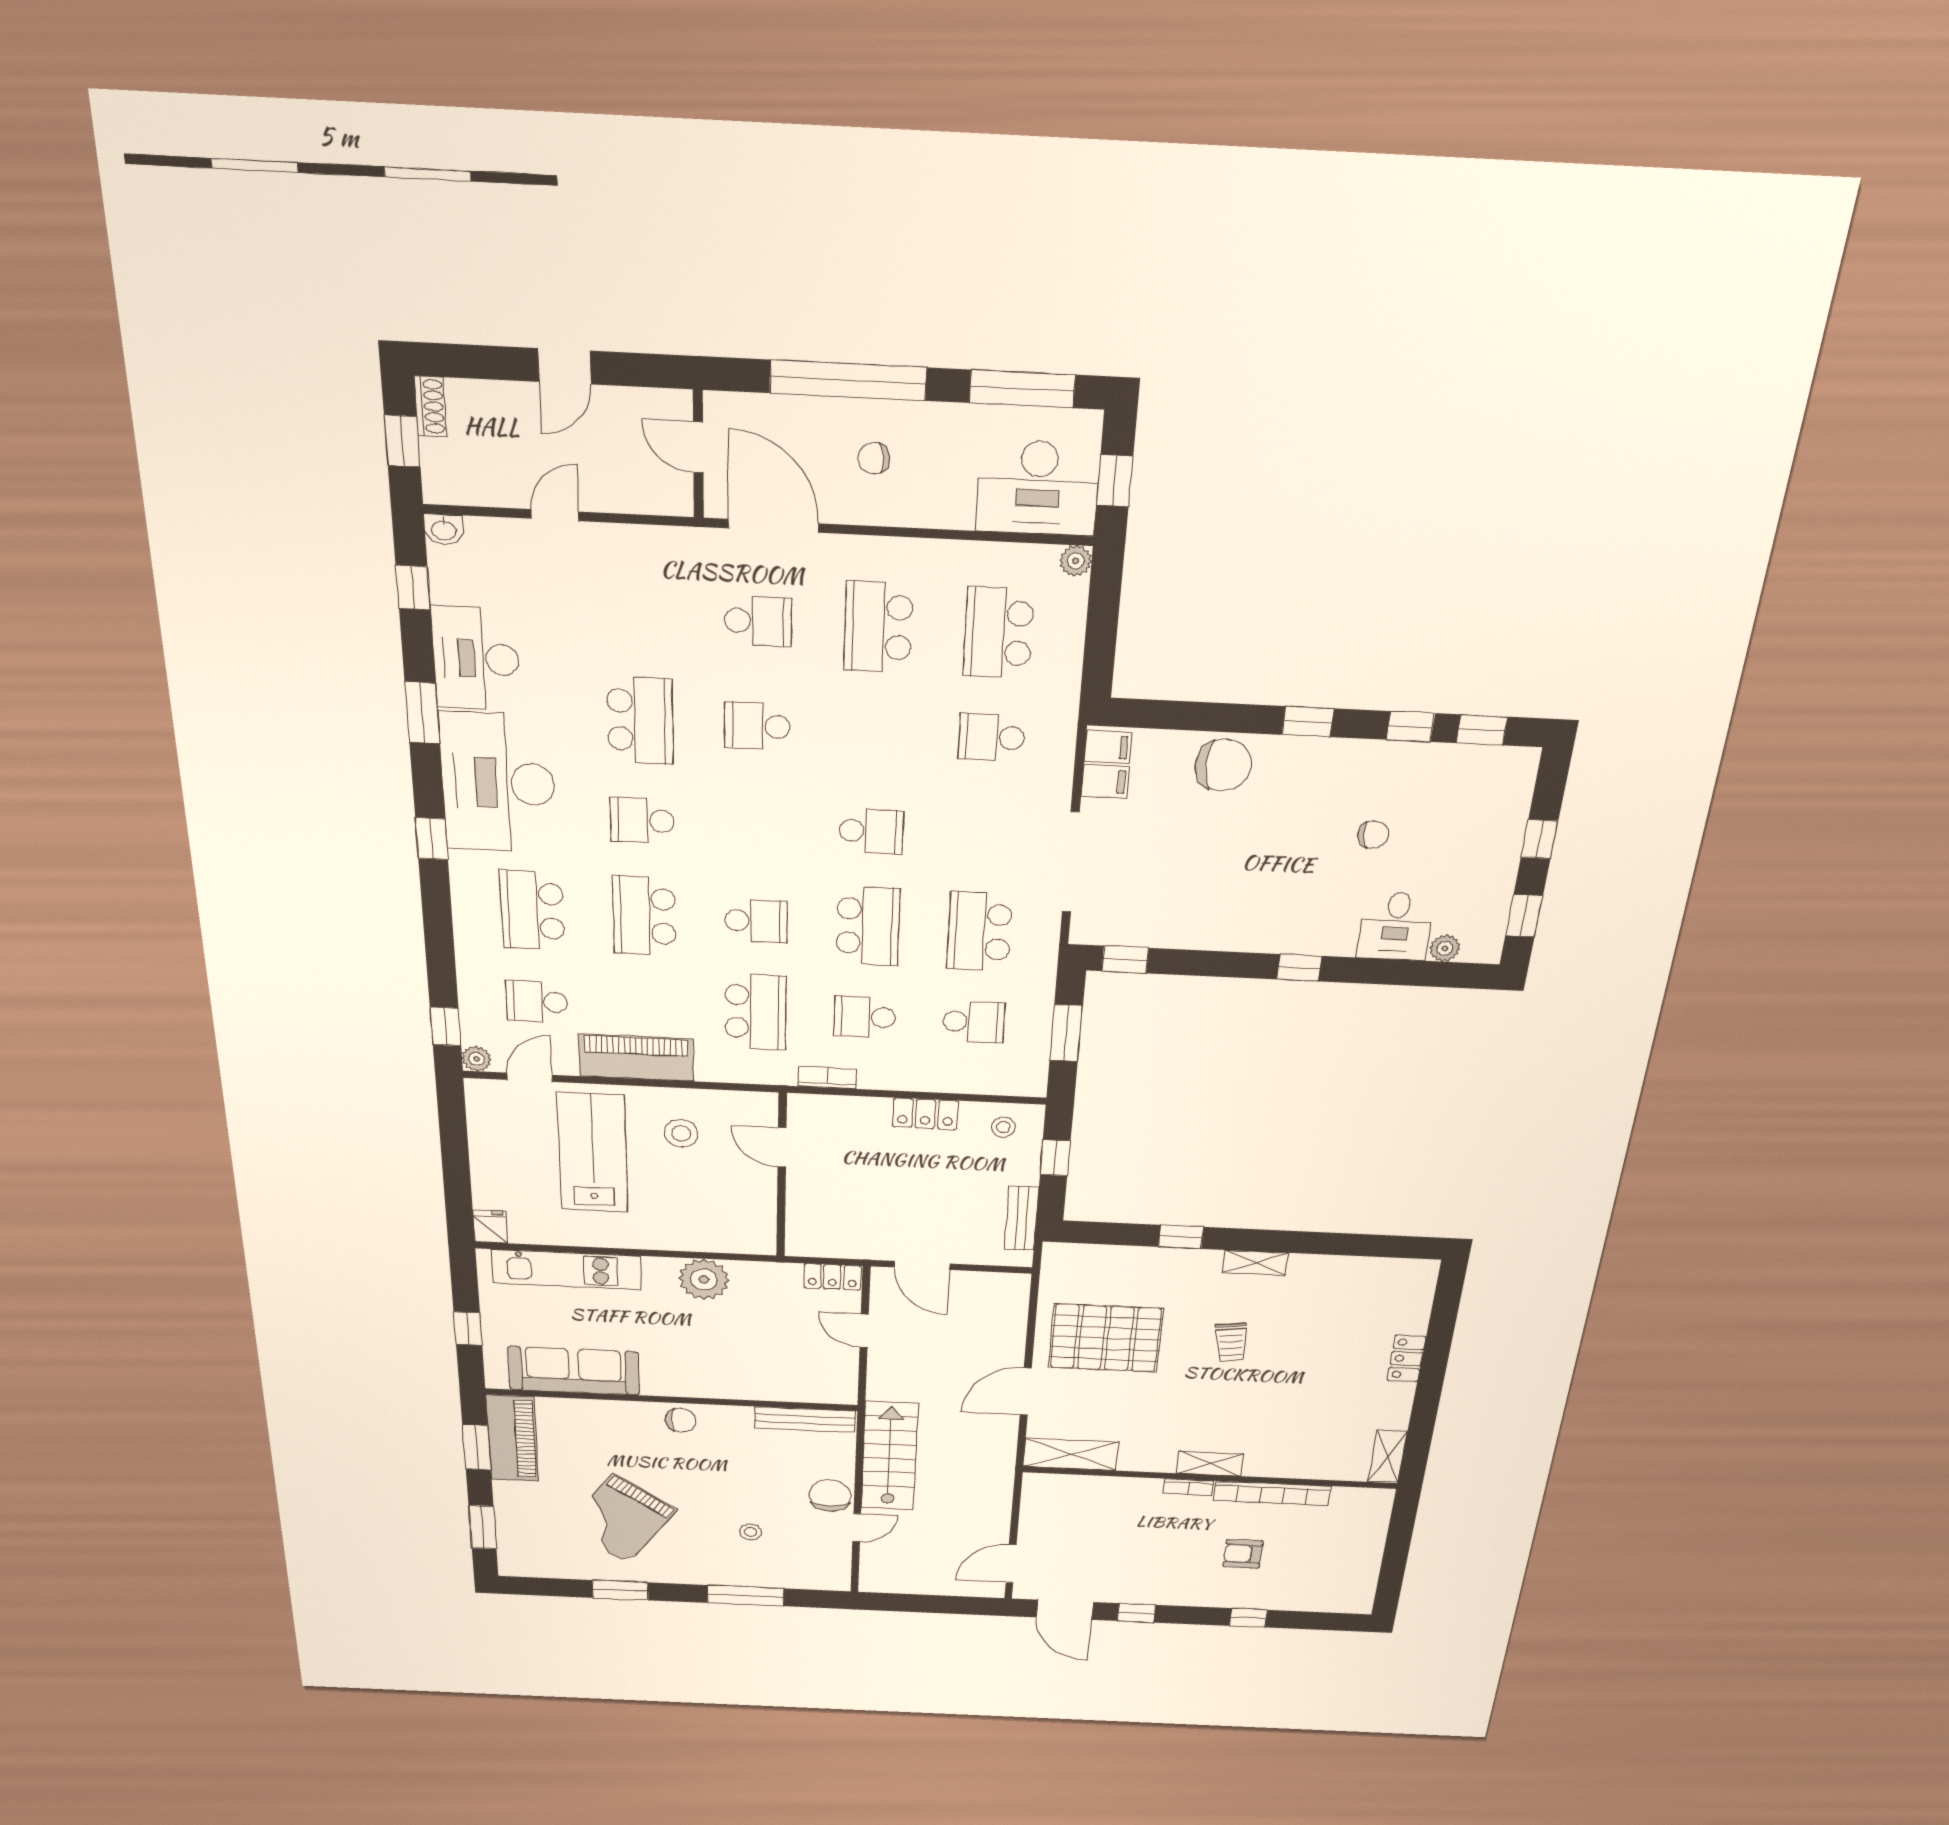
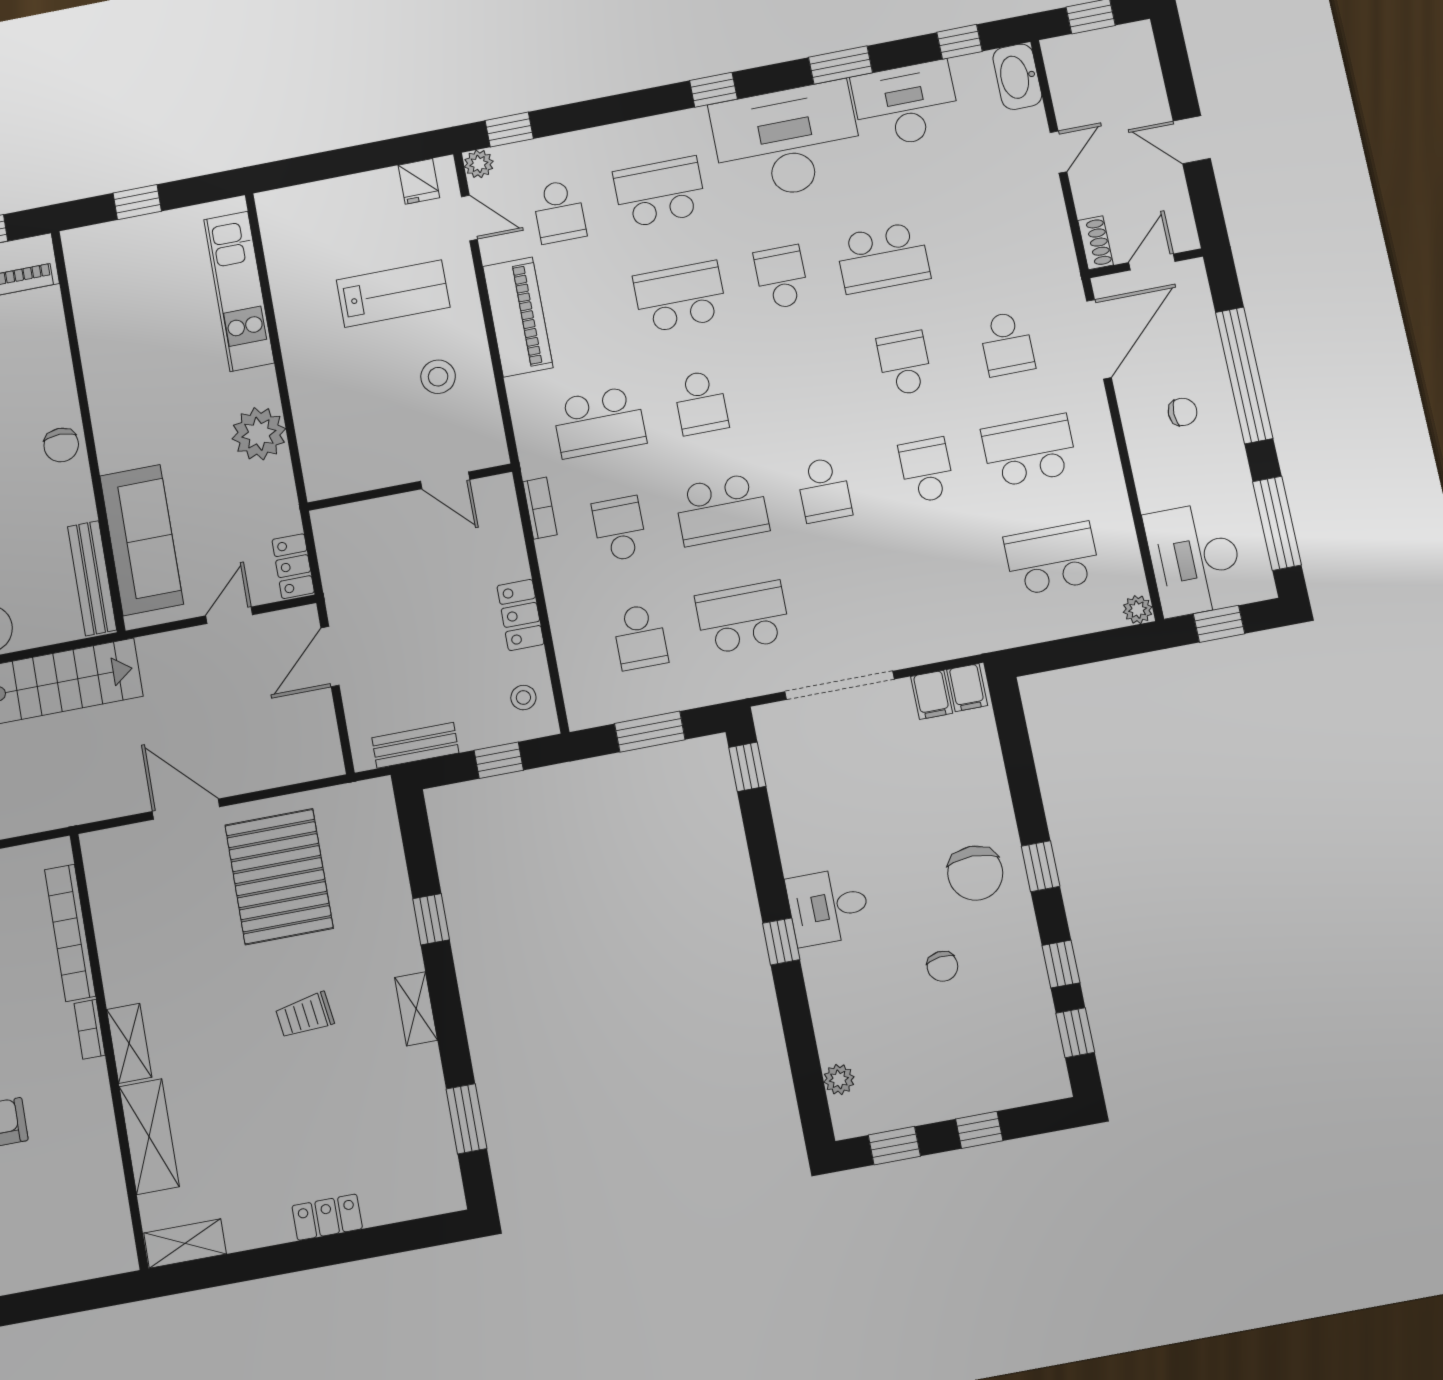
shoe rack: (430, 406) -> (1096, 243), moved, turned -90
chair: (874, 458) -> (1183, 412), turned 98
door: (555, 515) -> (1059, 152), hinge flipped
washbasin: (444, 530) -> (1017, 77), width x1.91, depth x1.45
school desk: (992, 737) -> (927, 470), moved
chair: (1223, 765) -> (975, 873), moved
desk: (1396, 926) -> (828, 907), moved
school desk: (537, 1002) -> (559, 212), turned 180
door: (782, 1147) -> (445, 480), swing flipped
lab bench: (593, 1153) -> (393, 294), width x0.73, depth x0.72
fridge: (490, 1227) -> (419, 181), moved, turned 90
window: (1364, 1245) -> (466, 1119), added
sofa: (574, 1371) -> (142, 540), moved
shelving: (1071, 1454) -> (149, 1137), moved
bookcase: (1272, 1493) -> (70, 933), moved

